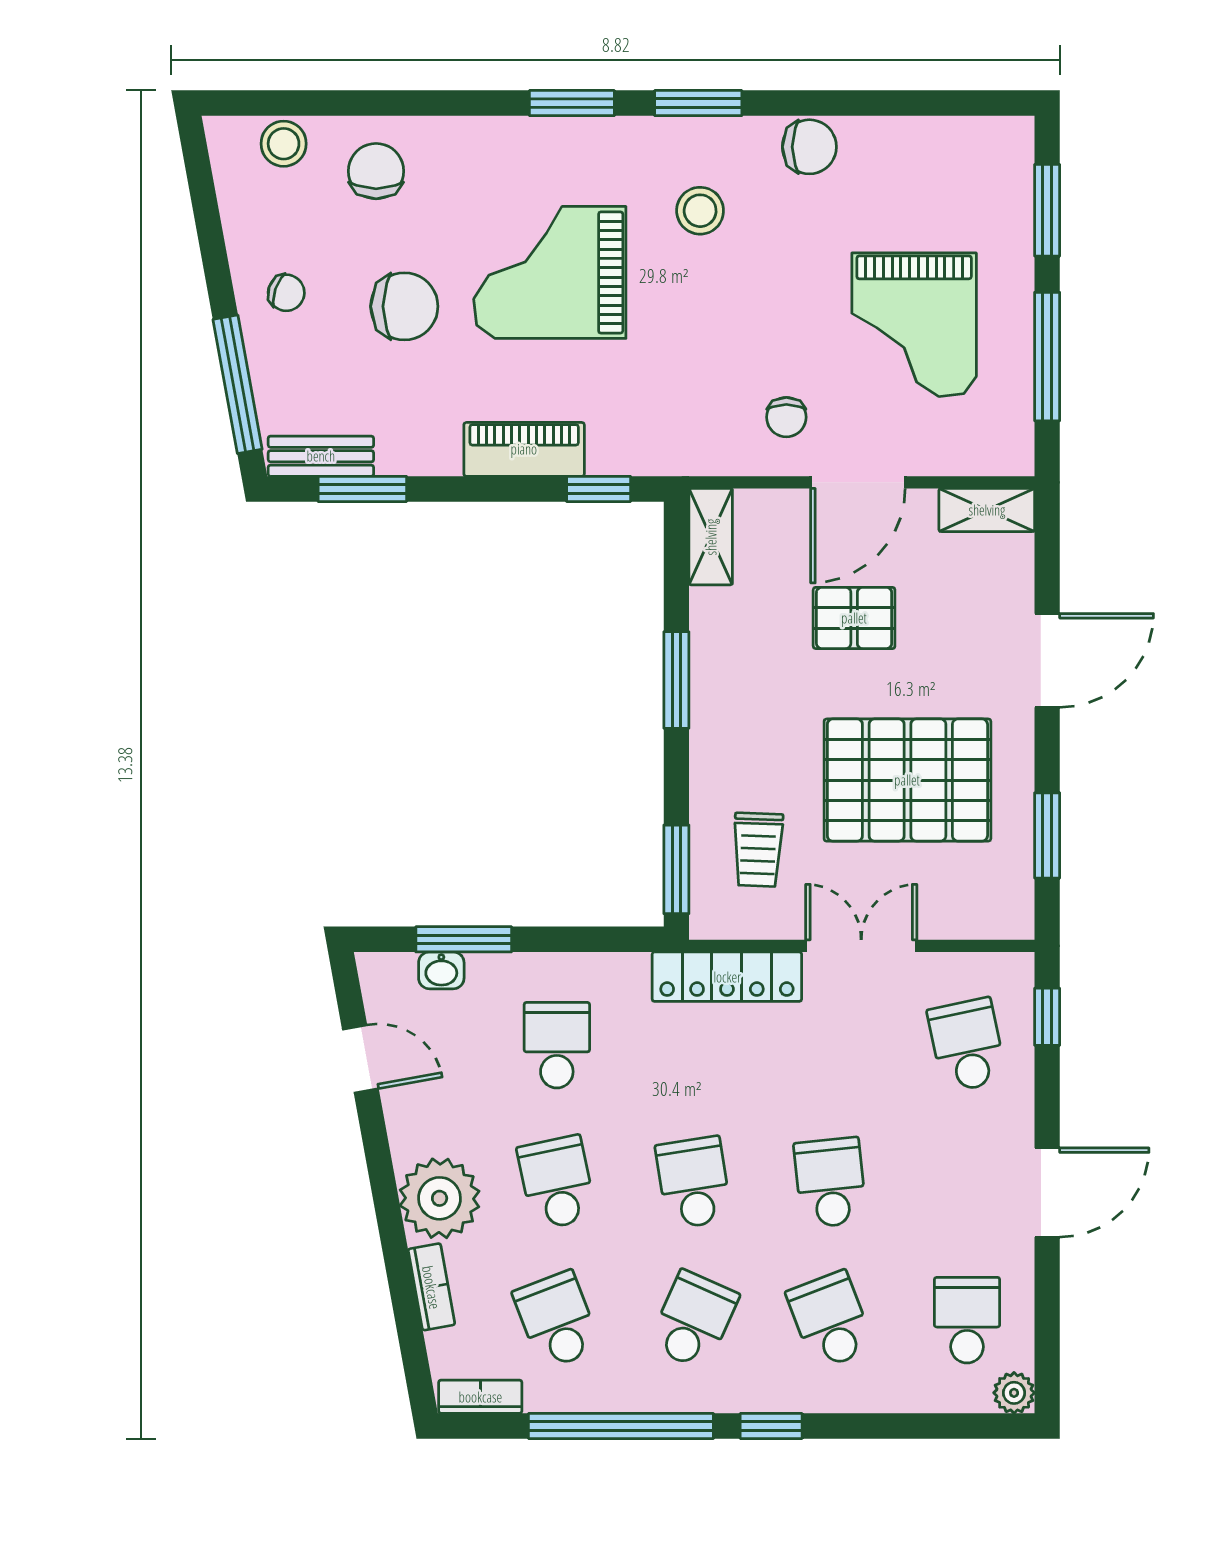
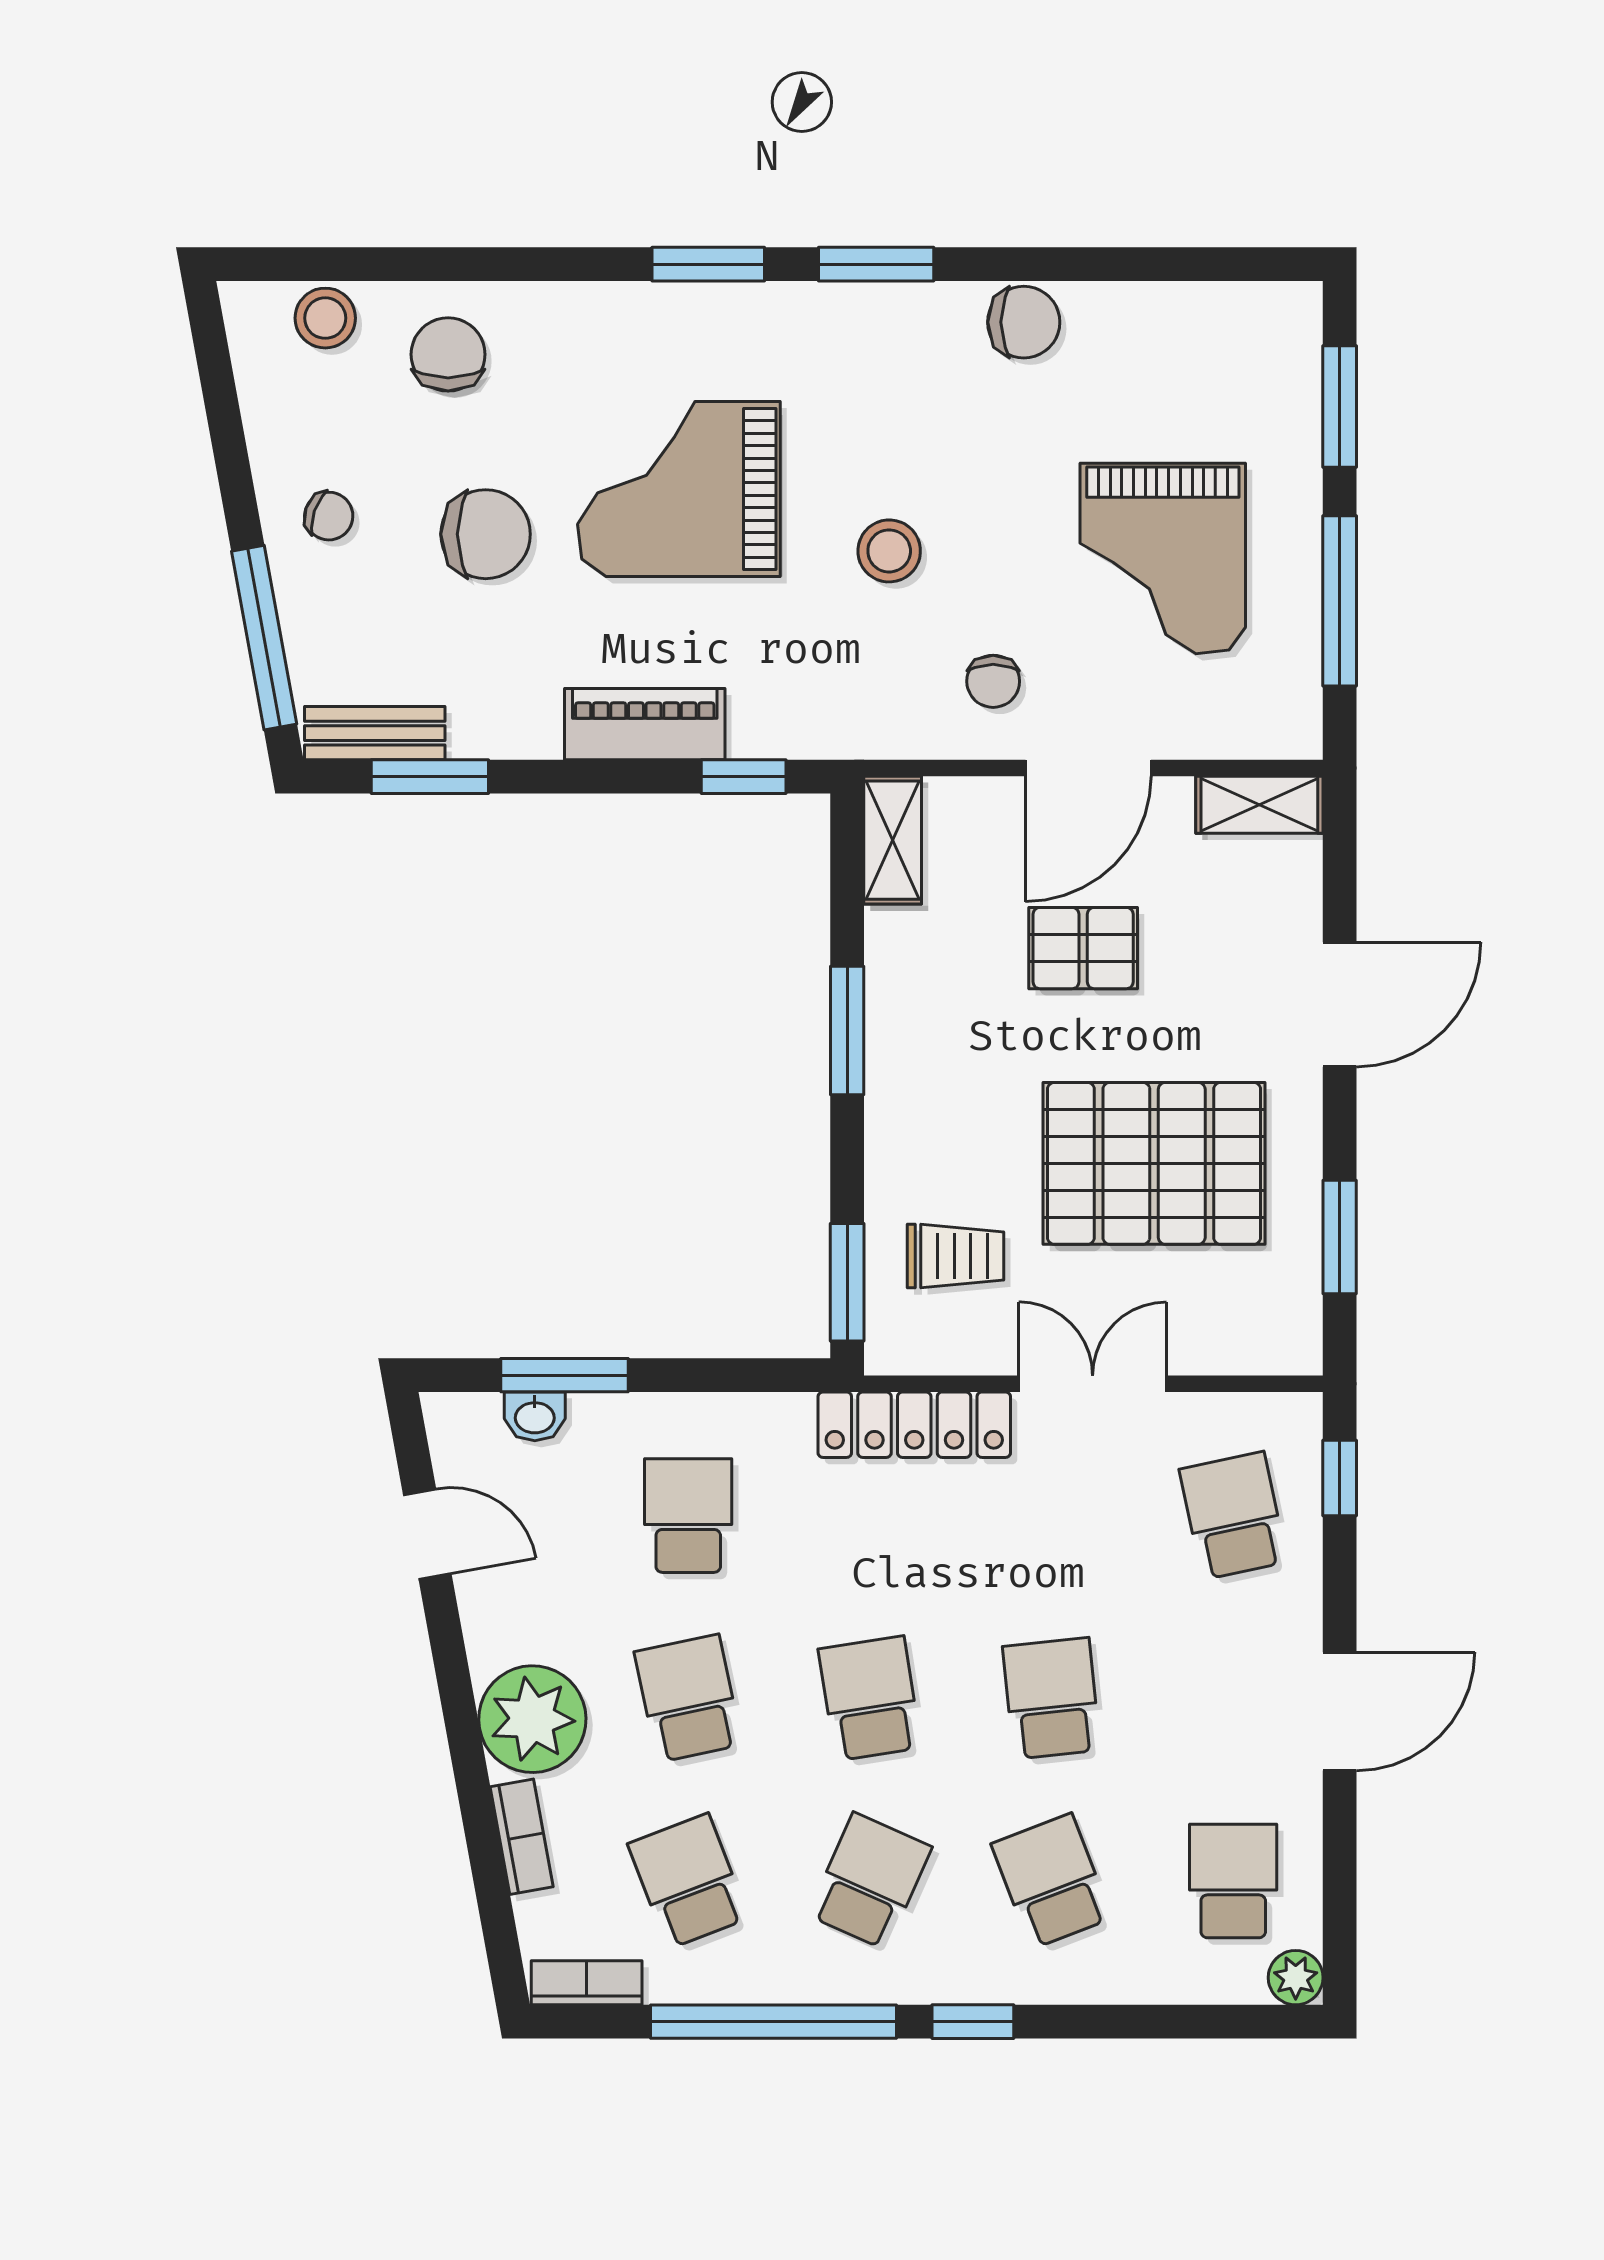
stool: (700, 211) -> (889, 551), moved
trolley: (758, 850) -> (956, 1256), turned -92

